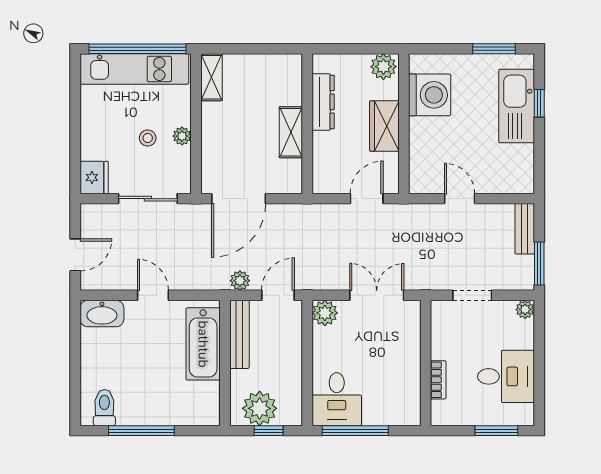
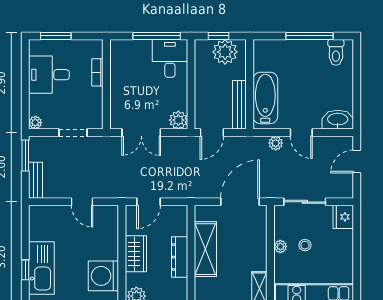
dresser: (323, 102) -> (180, 257), moved
shelving: (291, 132) -> (205, 249), width x1.50, depth x1.33
plant: (240, 281) -> (276, 143), moved

